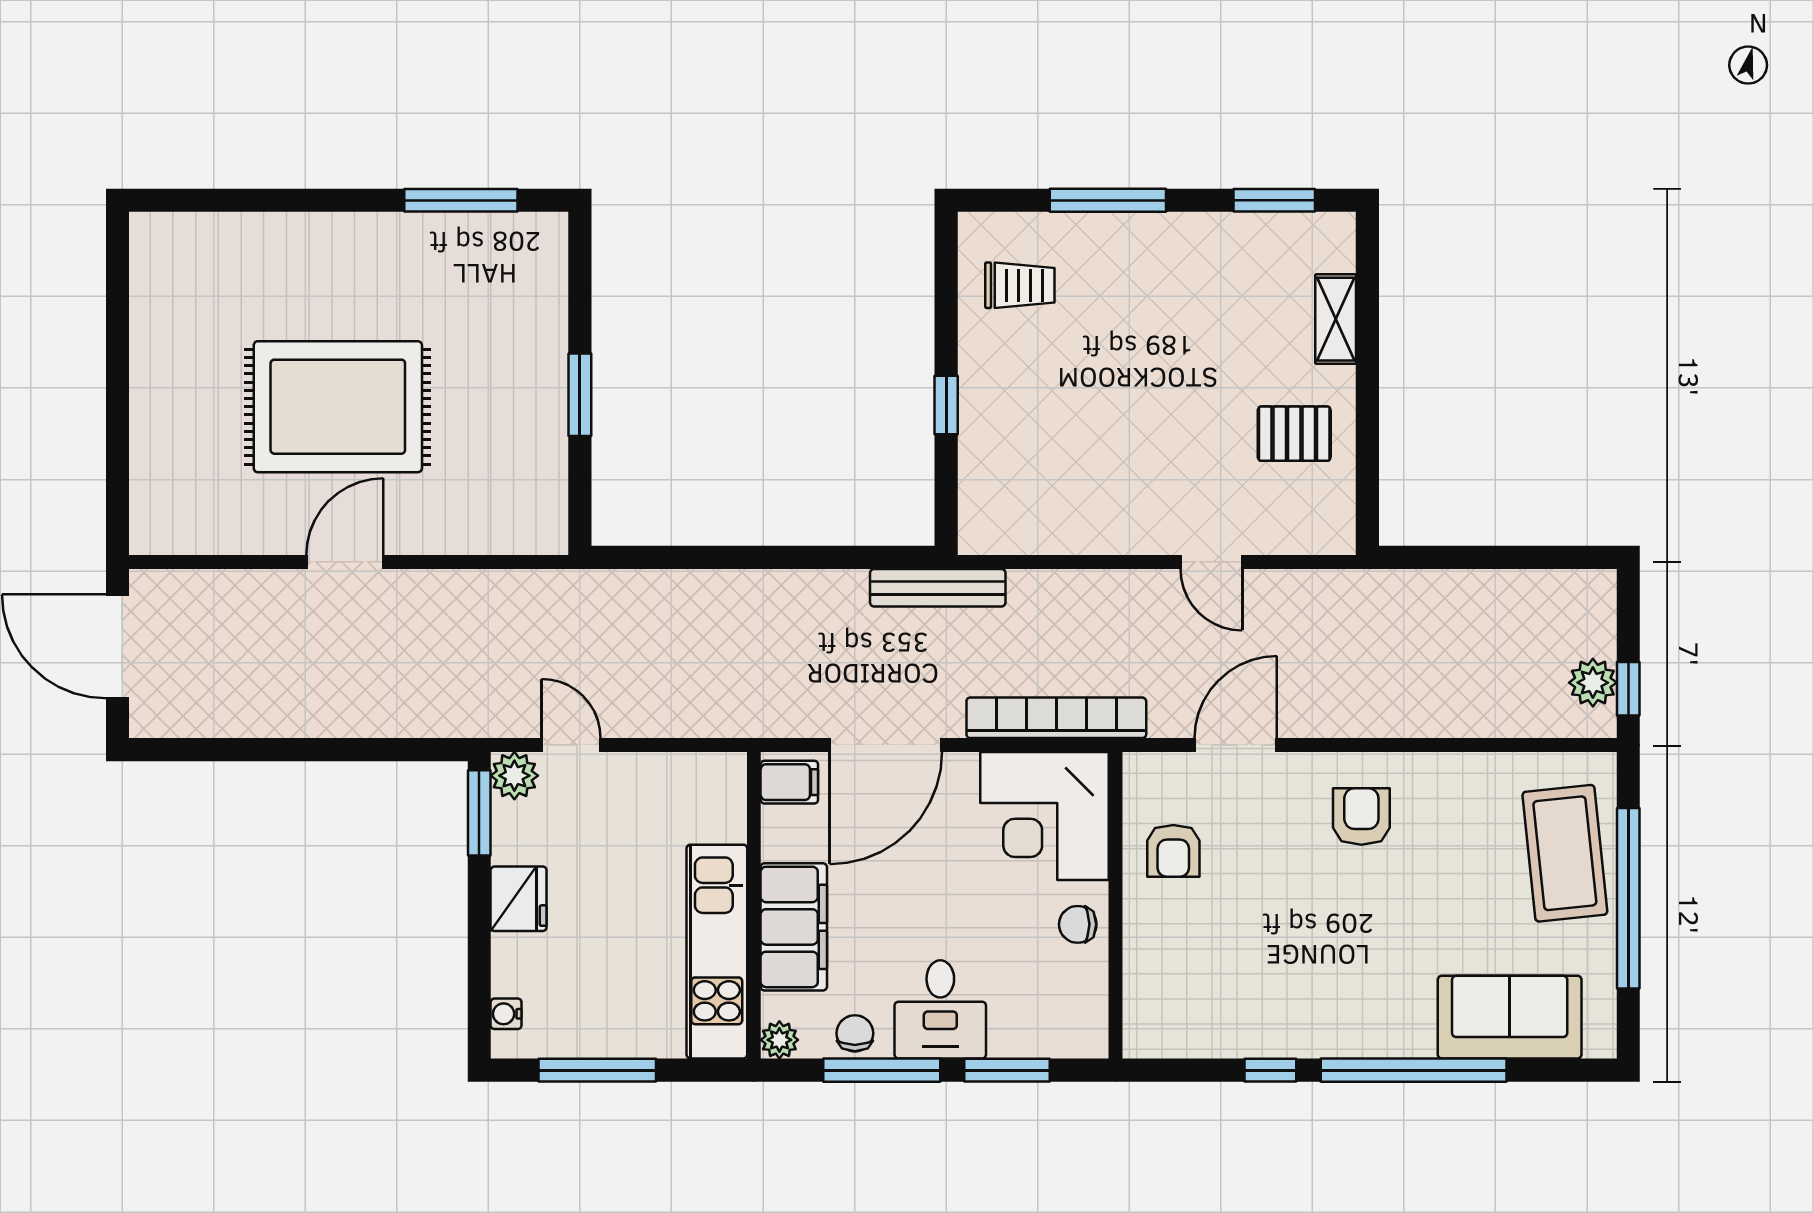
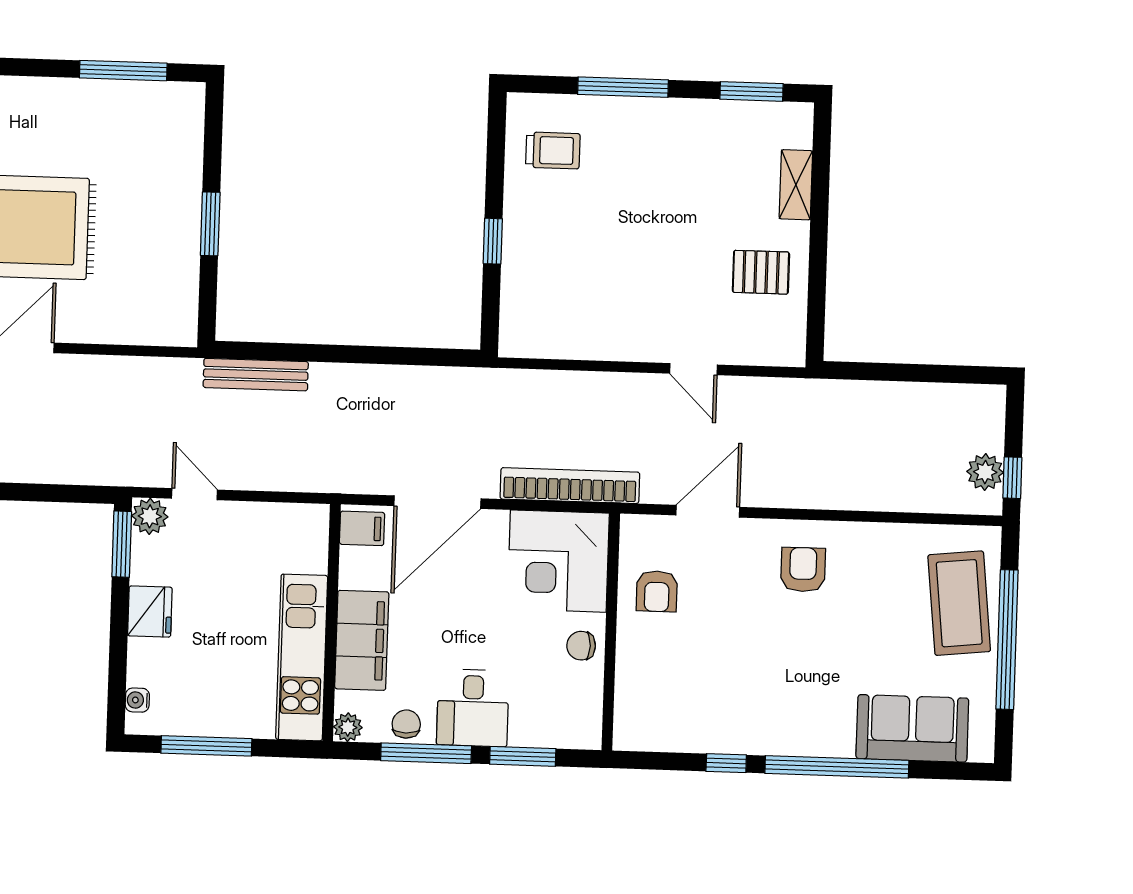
bench: (938, 588) -> (256, 375), moved

